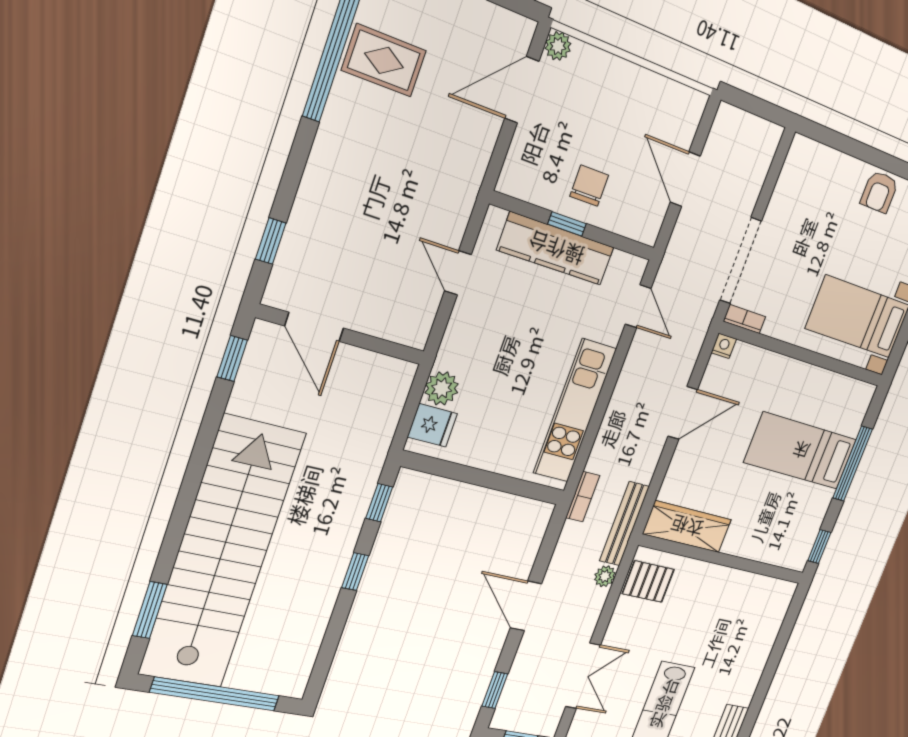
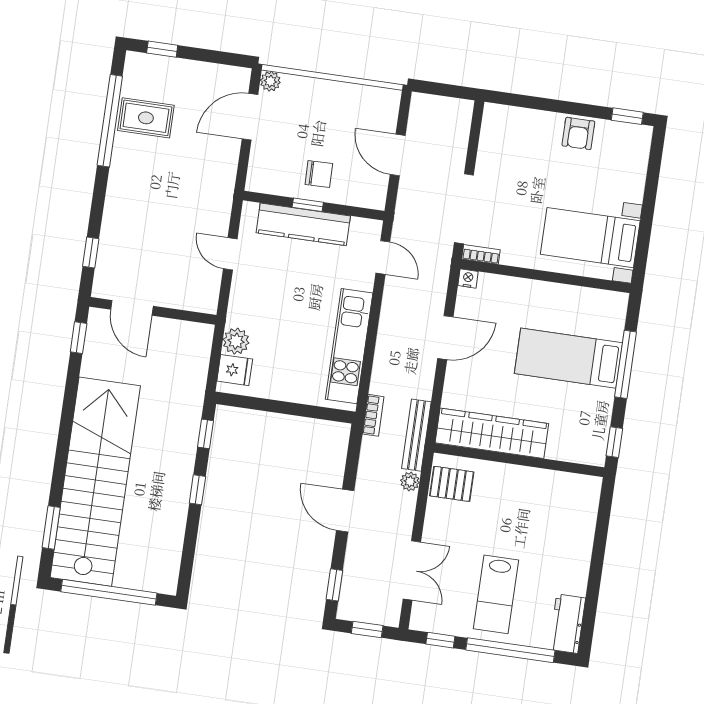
chair: (589, 186) -> (319, 174), turned 89
wardrobe: (687, 527) -> (492, 433), width x1.40, depth x1.17

